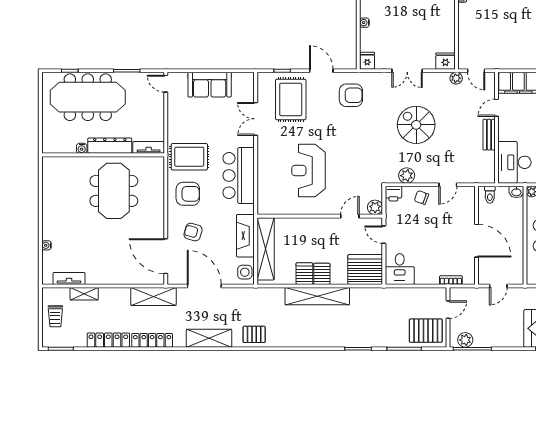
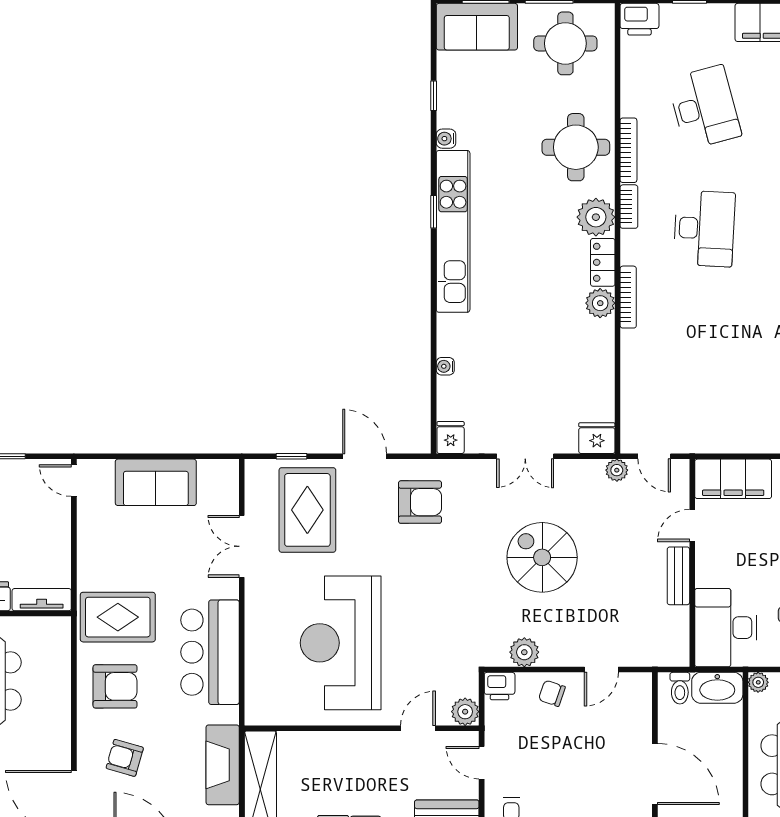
reception desk: (308, 171) -> (341, 643), width x1.36, depth x1.30
washbasin: (516, 192) -> (717, 688), width x1.91, depth x1.45

